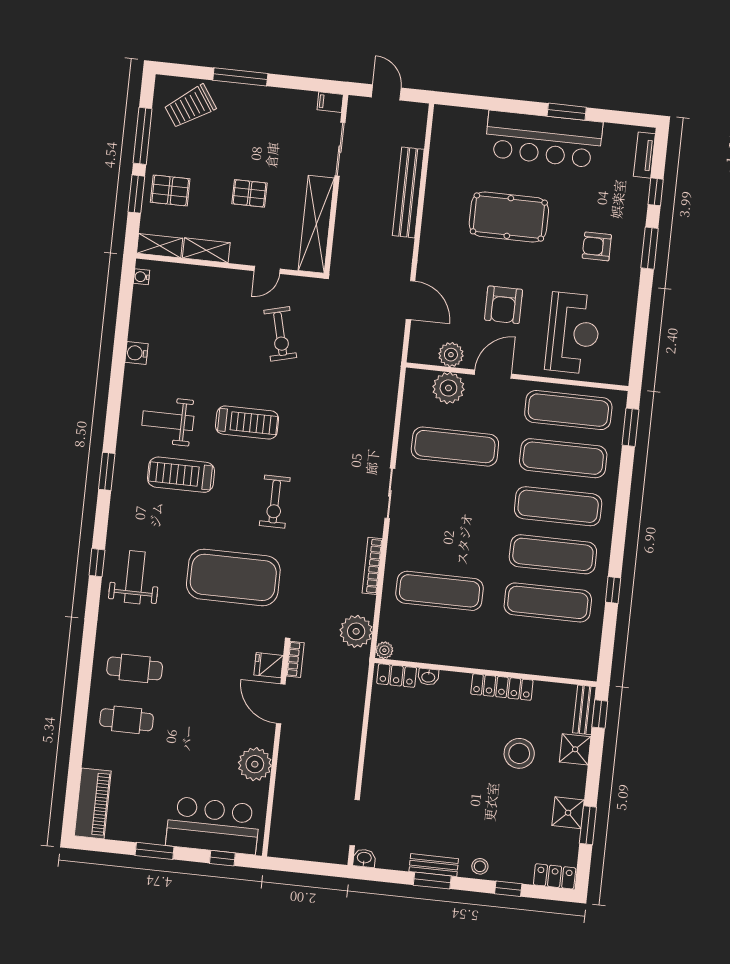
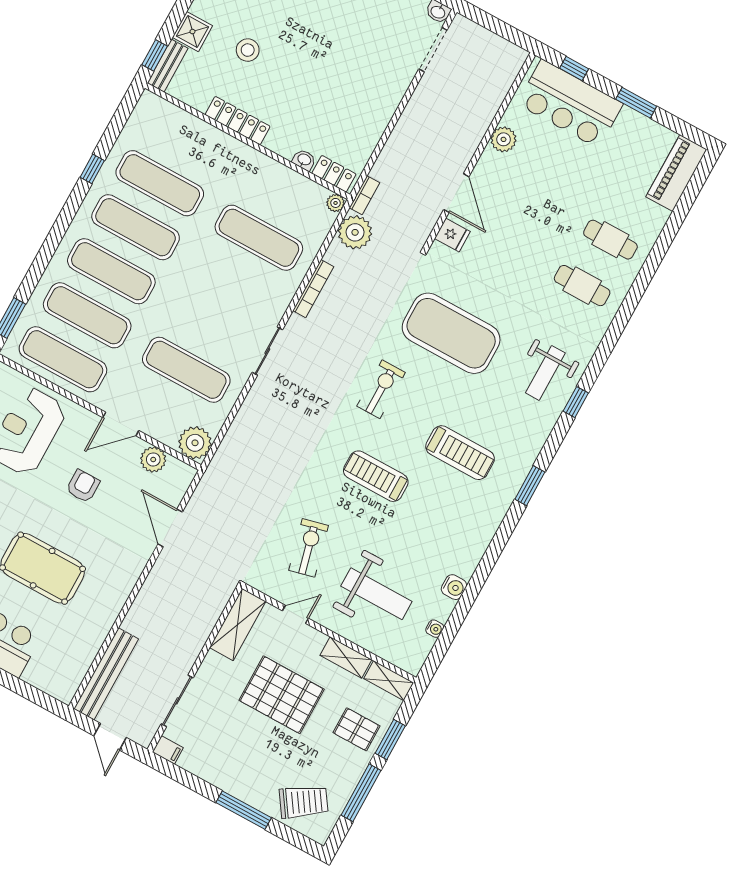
bench: (408, 192) -> (106, 674), moved
pallet: (250, 193) -> (282, 695), width x2.05, depth x2.00
shelving: (316, 224) -> (238, 625), width x0.68
water cooler: (142, 277) -> (435, 629), moved
armchair: (504, 305) -> (83, 486), width x0.72, depth x0.72
plant: (448, 388) -> (195, 443), moved
weight bench: (168, 421) -> (376, 594), moved, width x1.36, depth x1.33
bookcase: (295, 659) -> (364, 195), moved, turned 180
stool: (519, 753) -> (248, 50), width x0.73, depth x0.73
plant: (255, 764) -> (504, 139), width x0.73, depth x0.73

